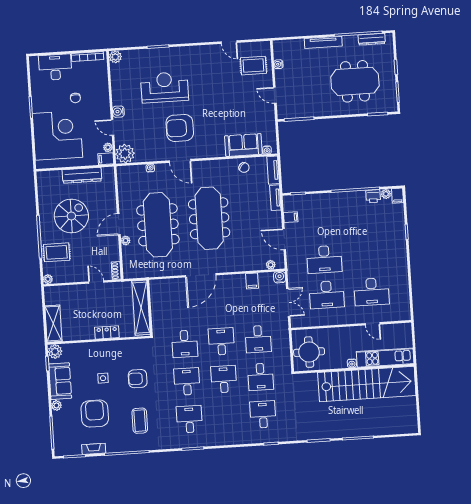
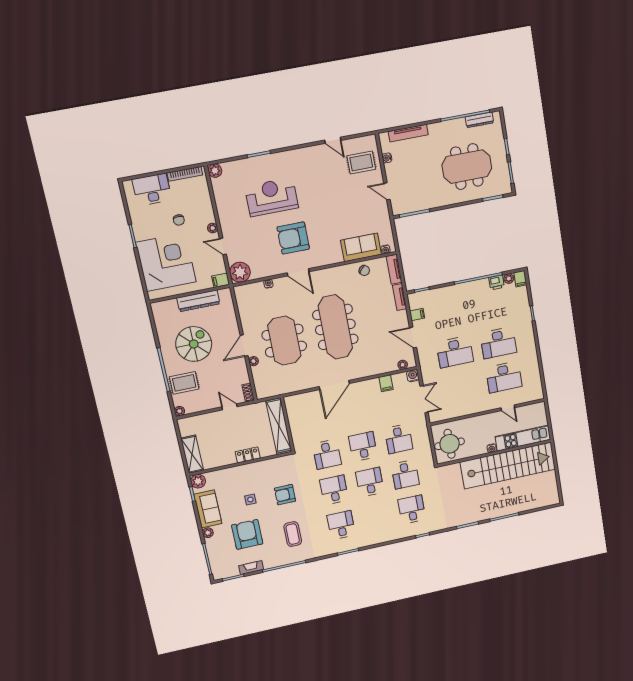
tv unit: (323, 42) -> (408, 133), moved
water cooler: (118, 112) -> (227, 229), removed
plant: (108, 147) -> (213, 228), moved
meeting table: (158, 225) -> (284, 341), width x0.73
desk: (327, 295) -> (498, 343), moved

